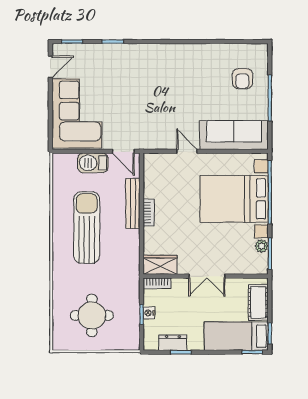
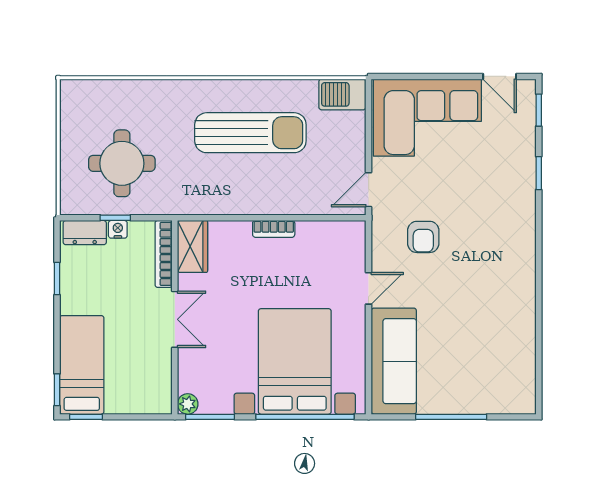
armchair: (242, 79) -> (423, 237), moved, turned -90
barbecue: (93, 163) -> (342, 94), moved, turned -90
bench: (133, 203) -> (288, 204), removed
plant: (261, 246) -> (188, 404), moved
double door: (207, 276) -> (175, 319), swing flipped
bookcase: (157, 283) -> (164, 254), width x1.56
cot: (258, 302) -> (134, 399), removed
round table: (92, 315) -> (122, 163), moved
dresser: (173, 343) -> (85, 233), moved, turned 90

